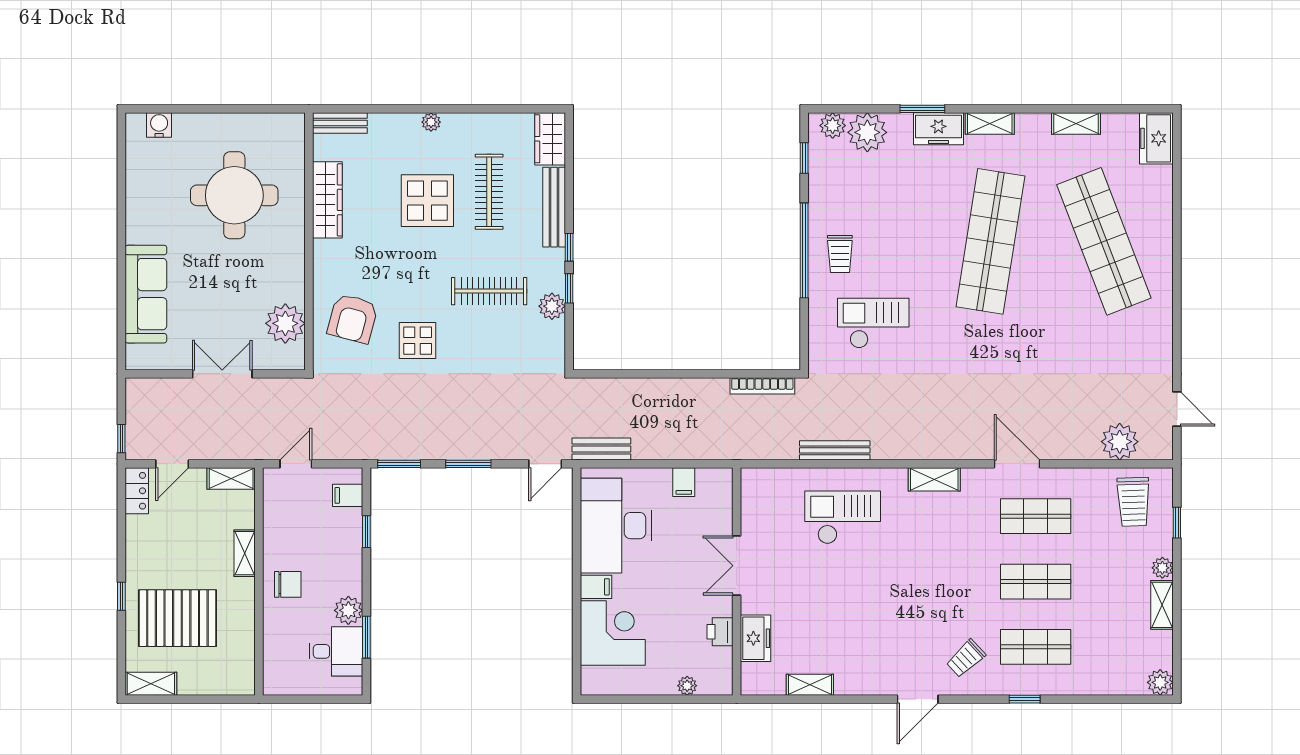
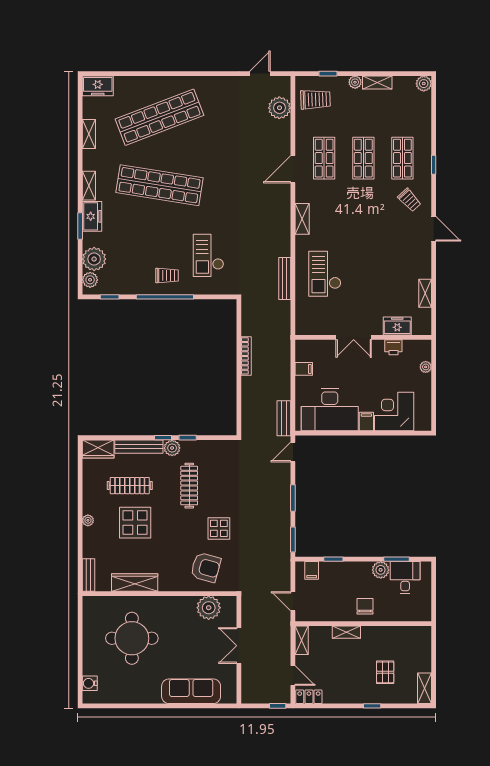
plant: (552, 306) -> (172, 448), moved
bookcase: (762, 386) -> (246, 356), moved
door: (545, 464) -> (293, 452), swing flipped
pallet: (177, 618) -> (385, 672), width x0.49, depth x0.50

